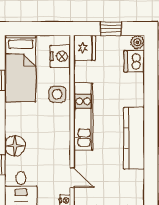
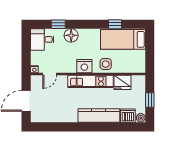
fridge: (84, 48) -> (122, 82), moved
nightstand: (60, 56) -> (84, 66), moved
kitchen counter: (134, 138) -> (99, 116), moved

